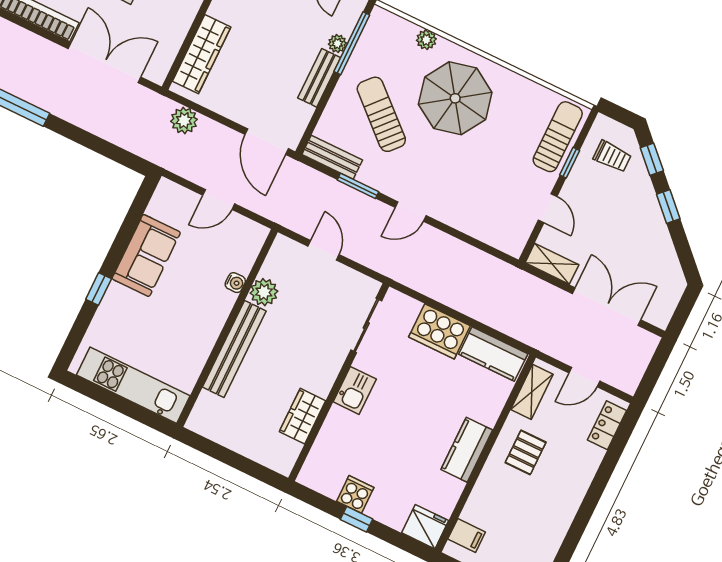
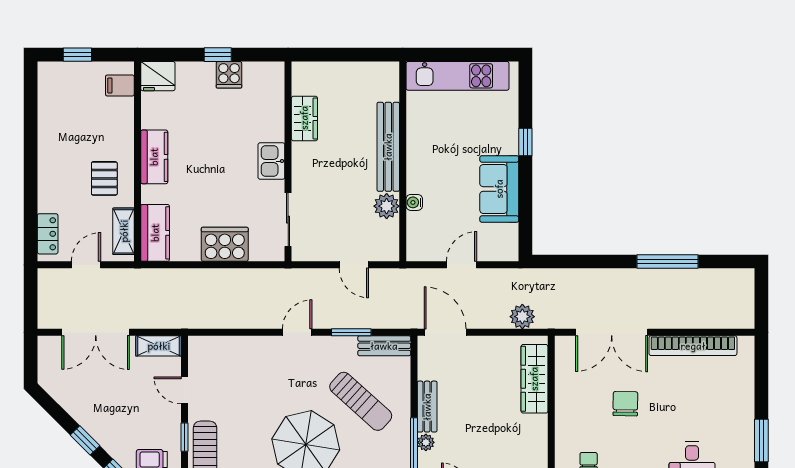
kitchen counter: (493, 354) -> (155, 233), moved, turned 90

